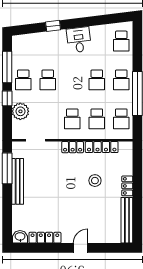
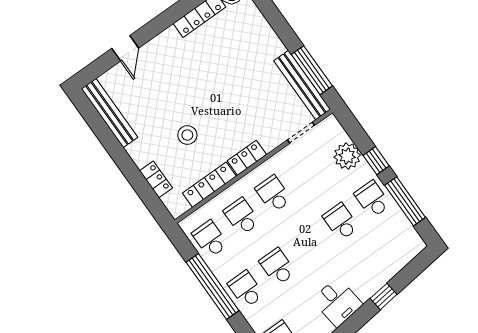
bench: (18, 181) -> (302, 85), moved
locker: (127, 186) -> (156, 179), moved
door: (80, 248) -> (125, 48), moved

